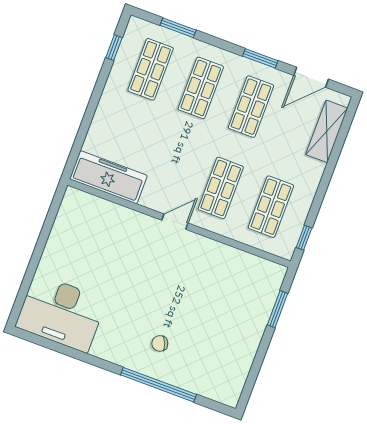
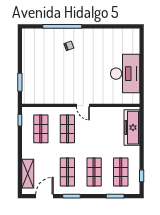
freezer: (108, 177) -> (132, 128), moved, turned 90
door: (175, 222) -> (83, 105), hinge flipped
desk: (61, 313) -> (125, 74), moved, turned 90

